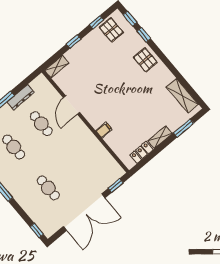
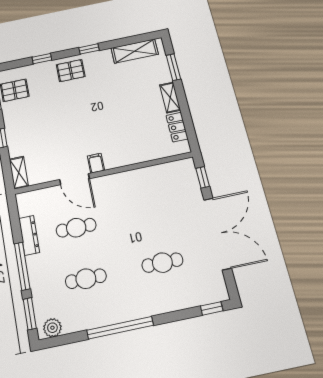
window: (130, 19) -> (89, 49), moved
filing cabinet: (104, 130) -> (96, 163), moved

